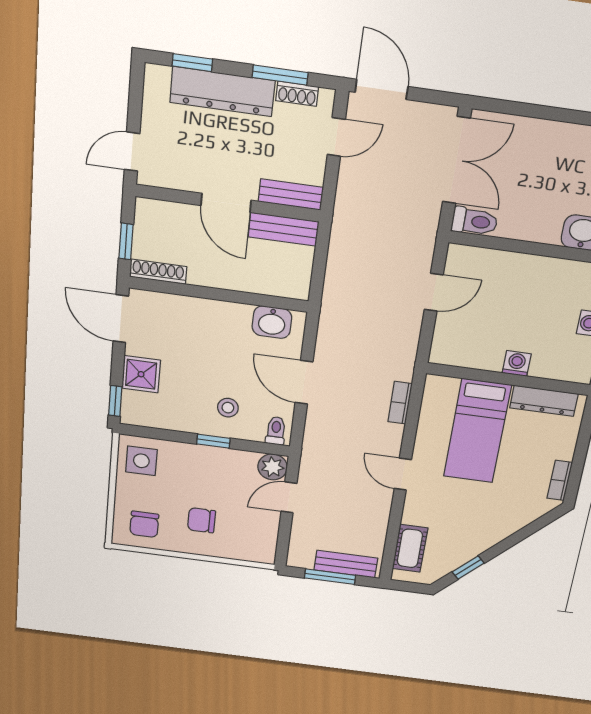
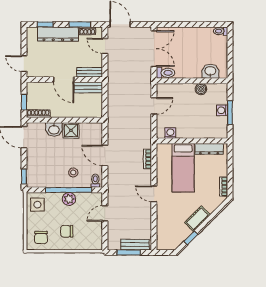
door: (336, 137) -> (105, 46), swing flipped
door: (132, 152) -> (24, 64), hinge flipped
boiler: (552, 270) -> (201, 89), added
washbasin: (272, 322) -> (54, 129), moved
washing machine: (517, 363) -> (170, 133), moved
shower: (141, 374) -> (71, 130), moved
window: (213, 441) -> (68, 190), width x3.17
plant: (273, 467) -> (69, 199), moved
cot: (410, 548) -> (197, 219), moved, turned 45

